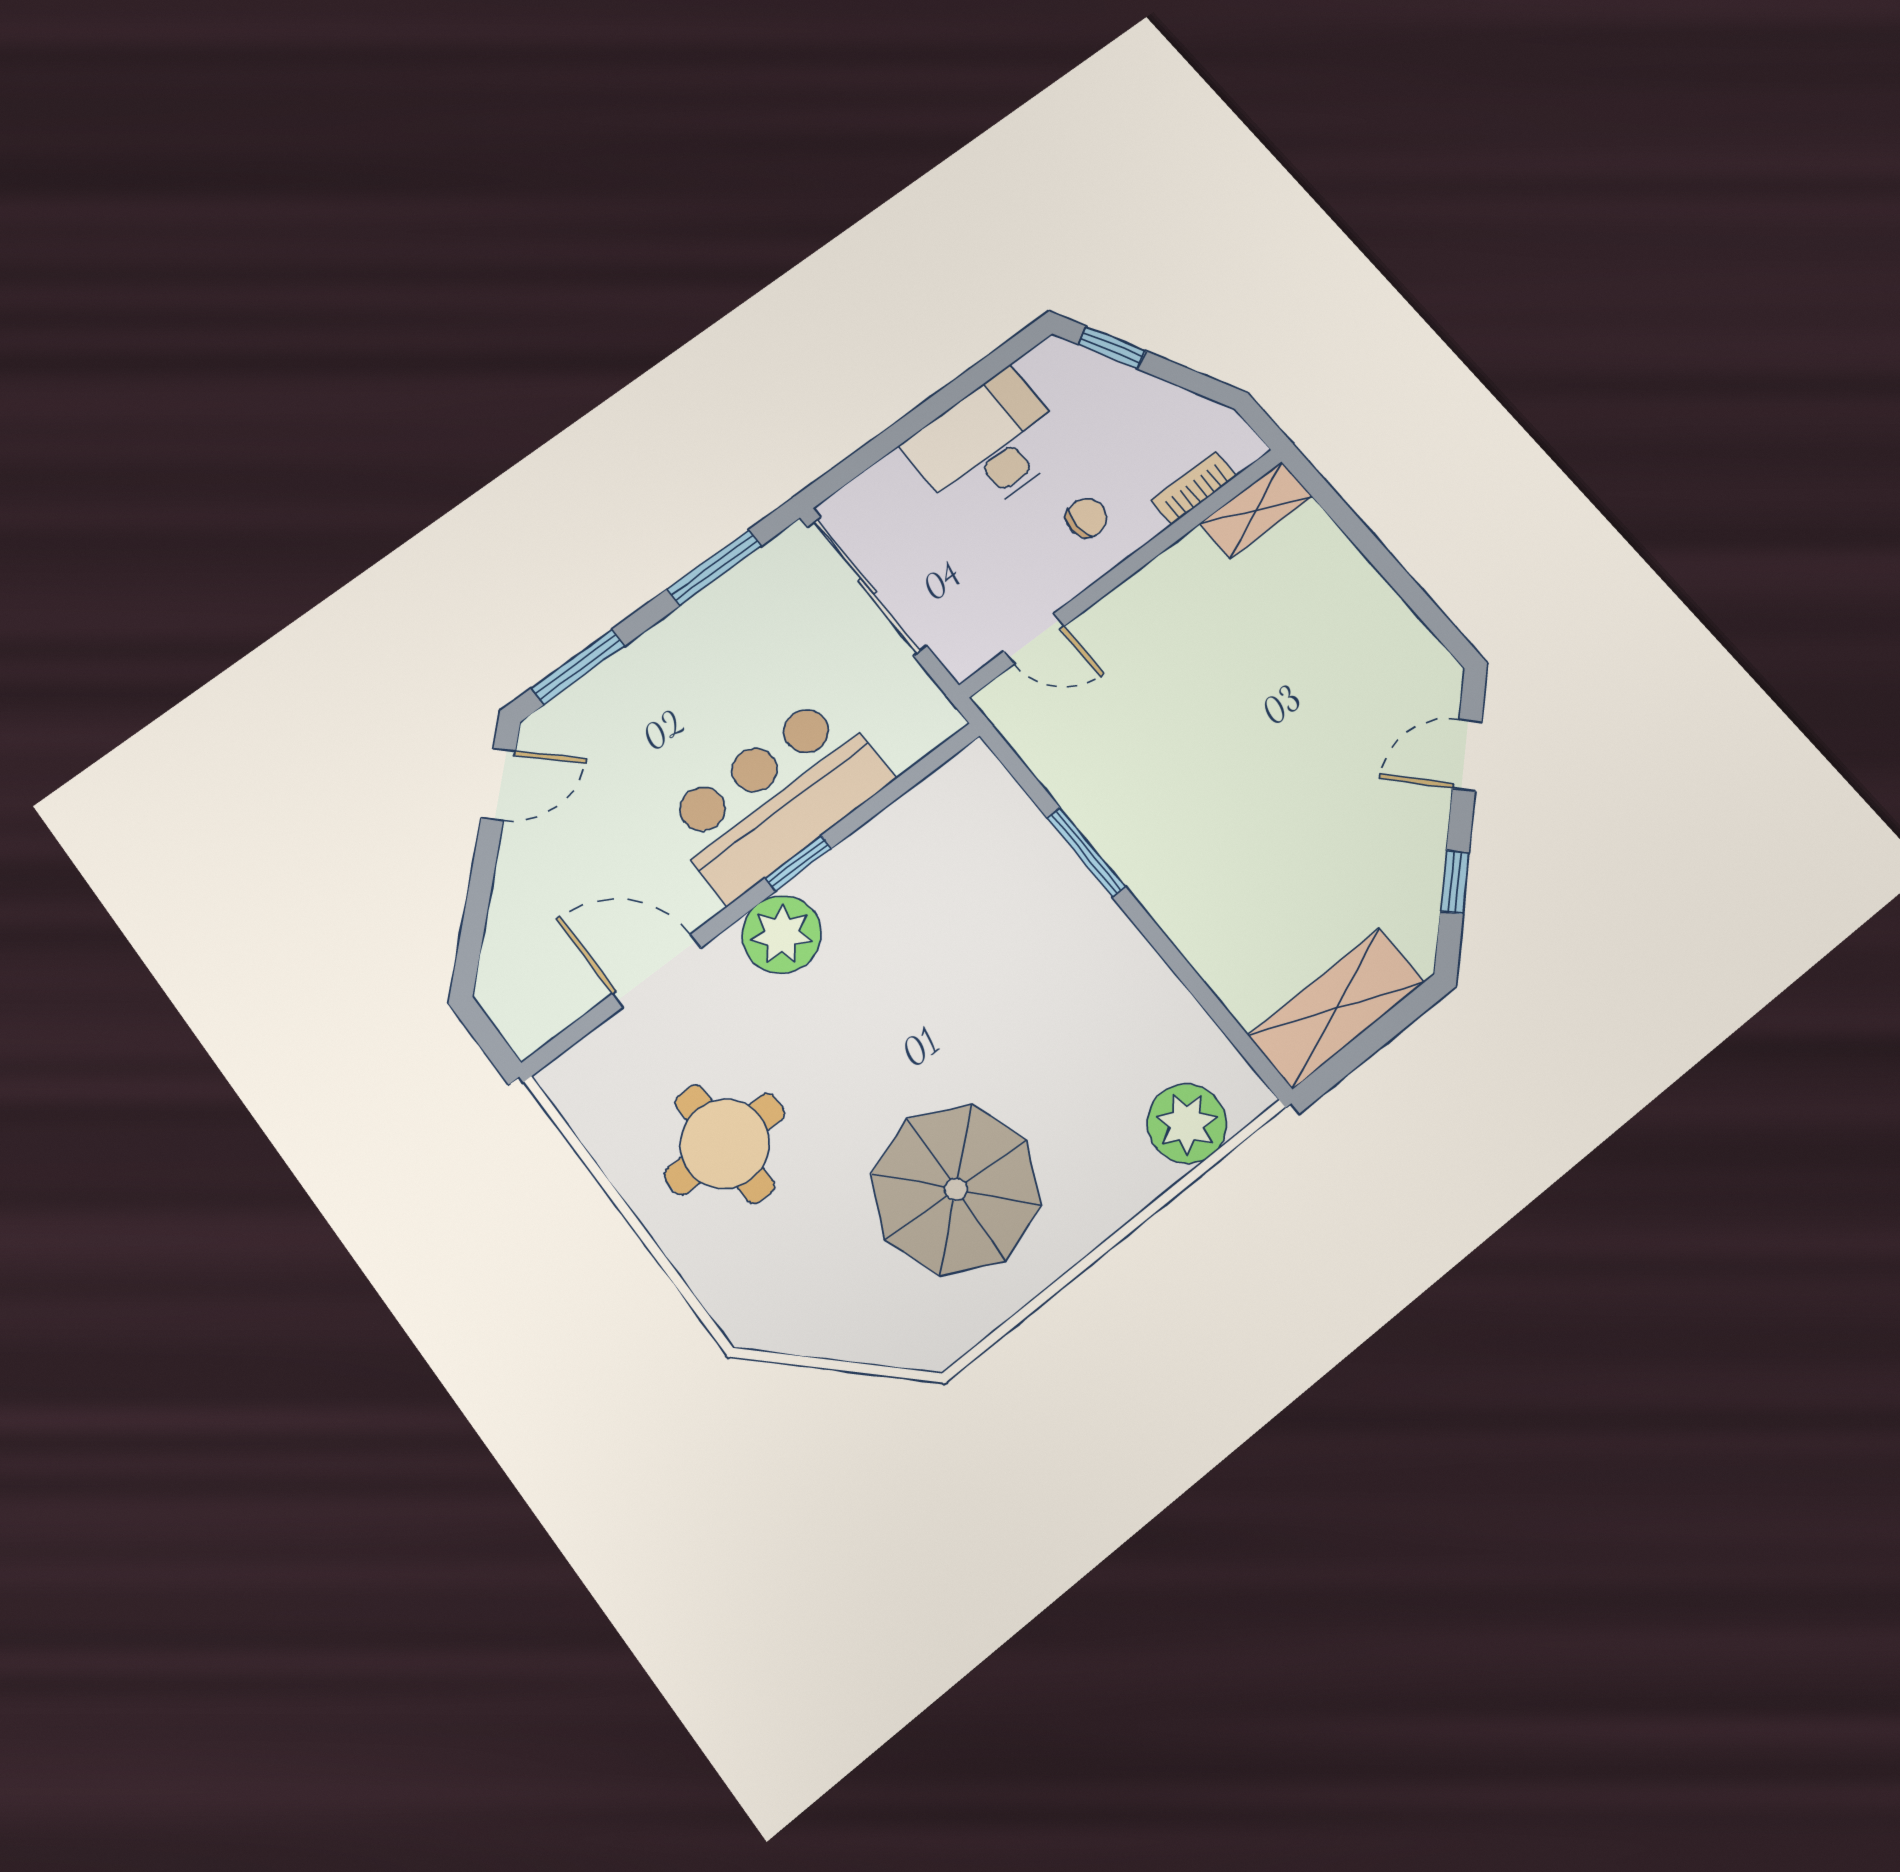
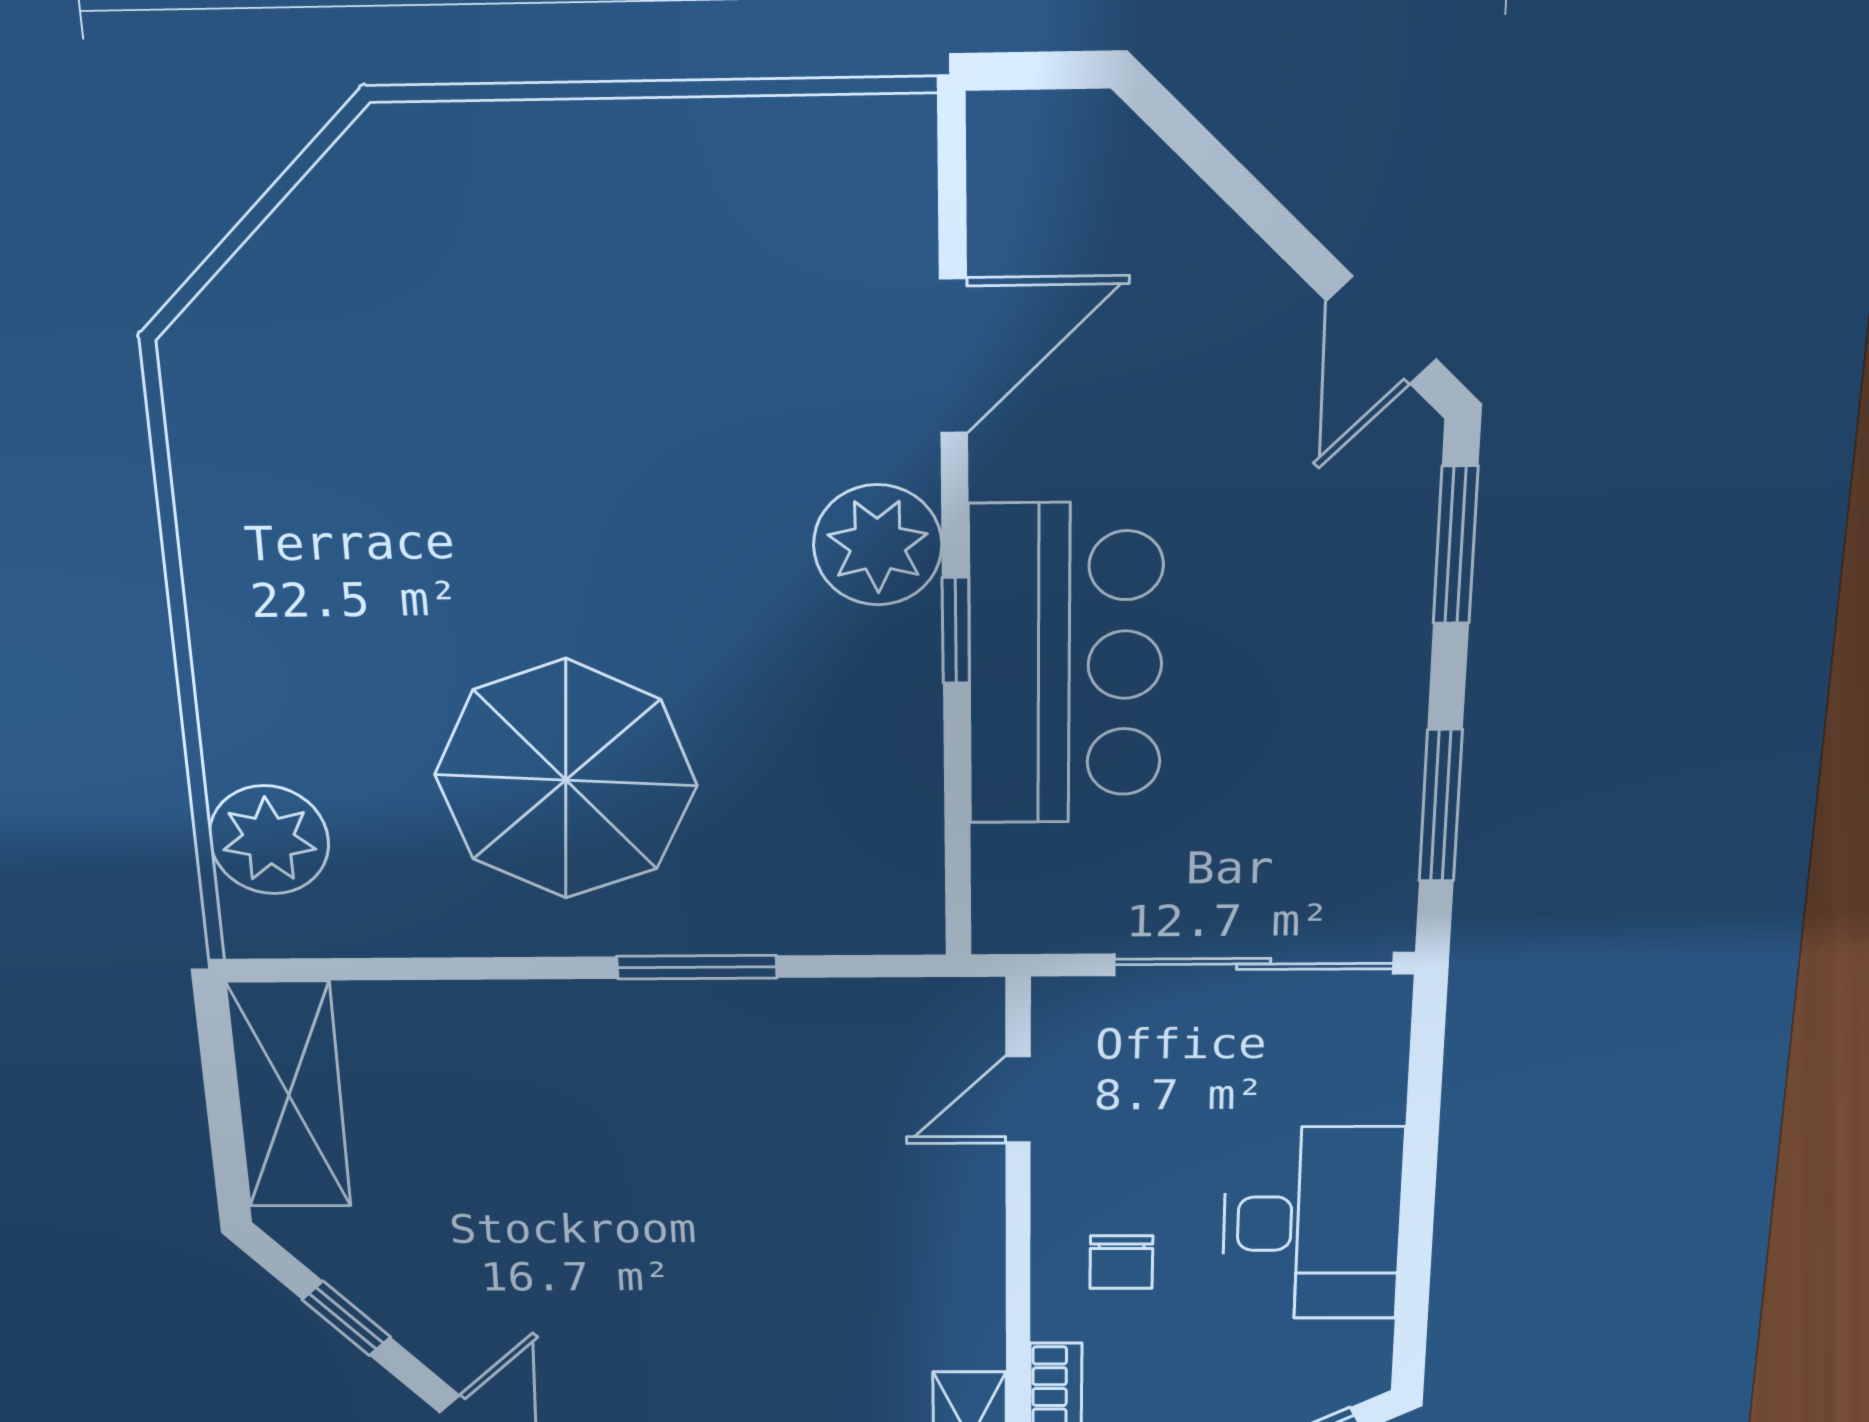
round table: (725, 1144) -> (652, 280), removed
parasol: (956, 1189) -> (566, 780), moved

